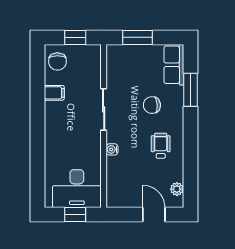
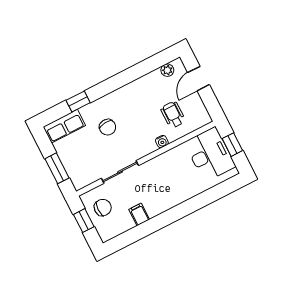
chair: (57, 61) -> (103, 208), moved
window: (190, 90) -> (78, 101), width x0.67
sliding door: (104, 109) -> (120, 172), moved
wheelchair: (161, 146) -> (173, 115), moved, turned 90

